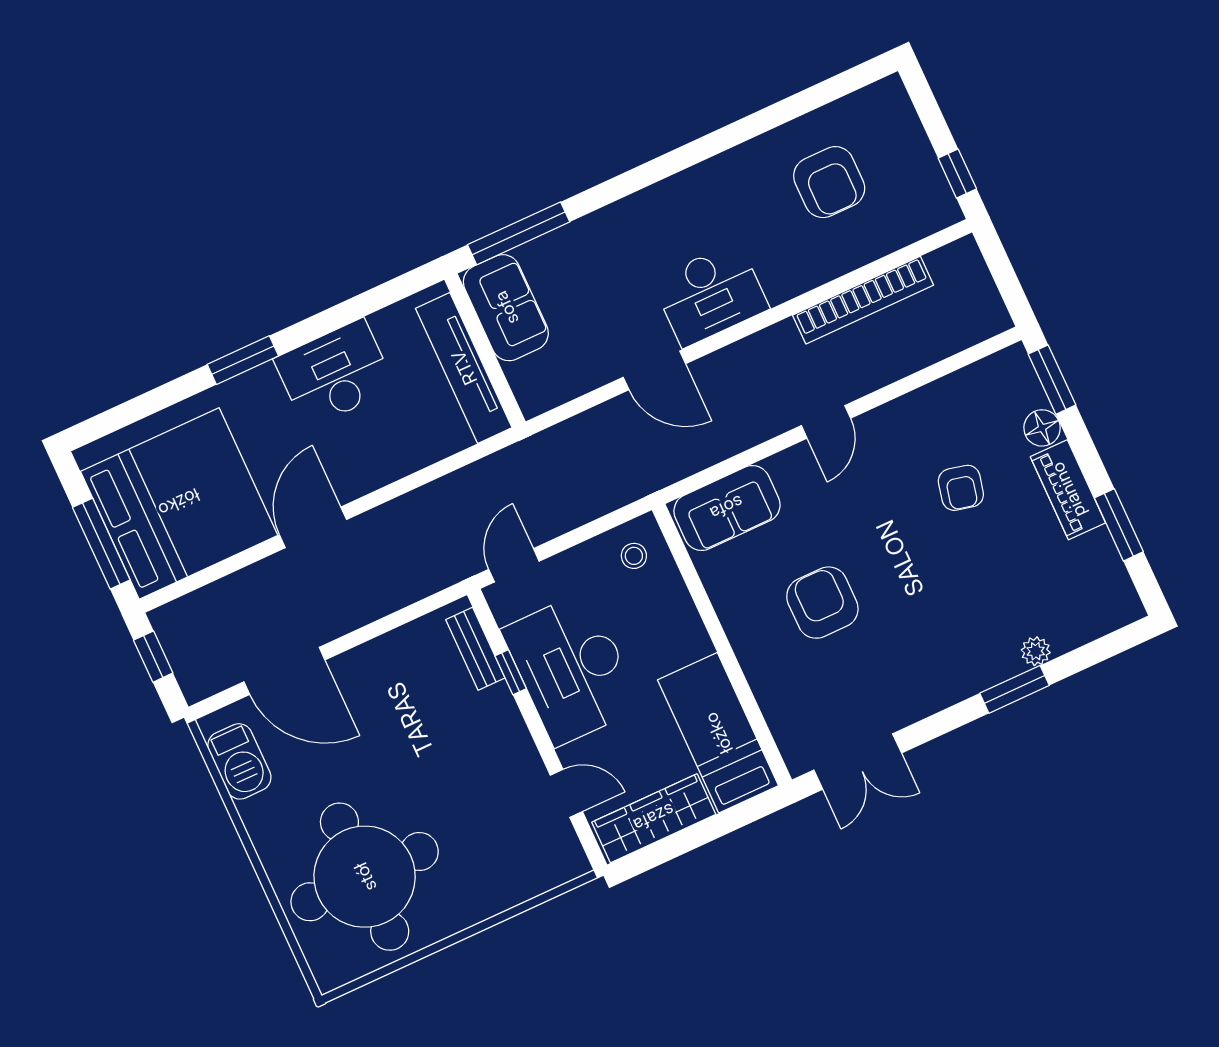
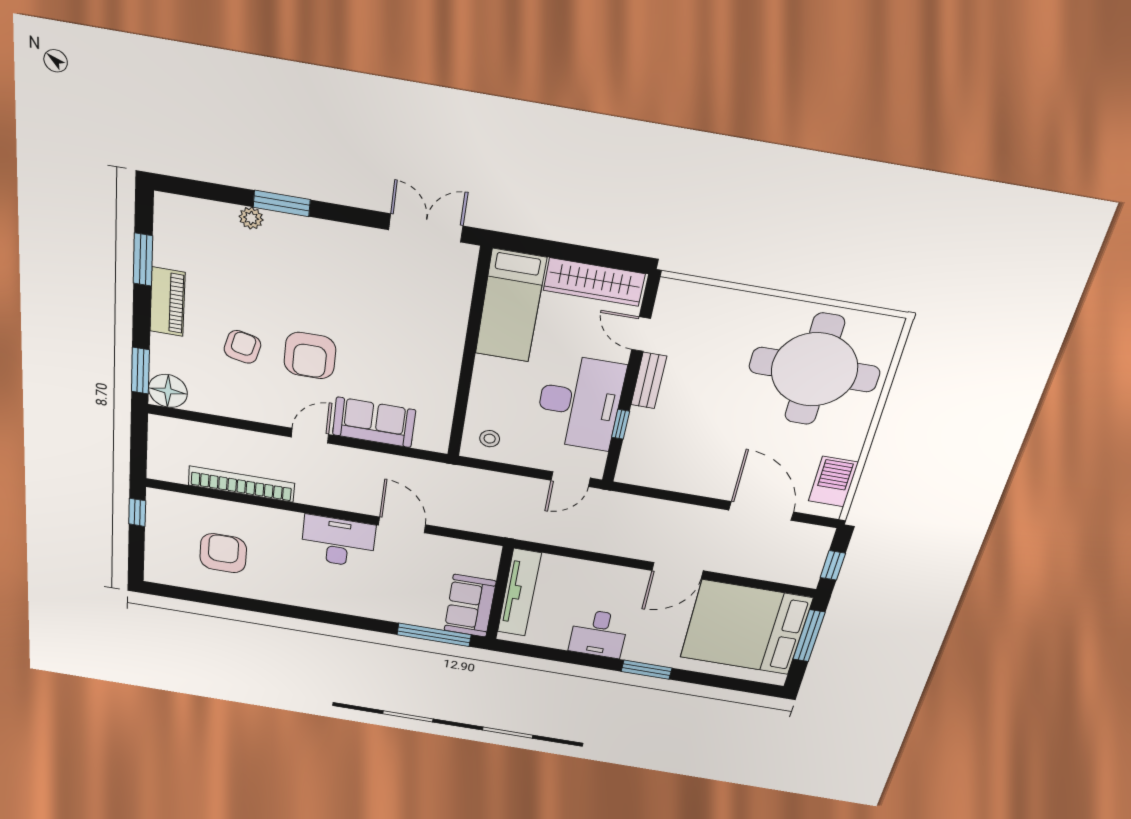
desk: (335, 374) -> (599, 634), width x0.73
floor lamp: (1042, 428) -> (168, 391), moved, width x1.38, depth x1.38
sofa: (727, 508) -> (374, 422), moved
armchair: (822, 603) -> (310, 356), moved
bench: (475, 649) -> (649, 381), moved

